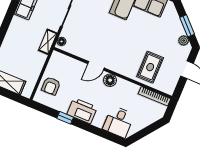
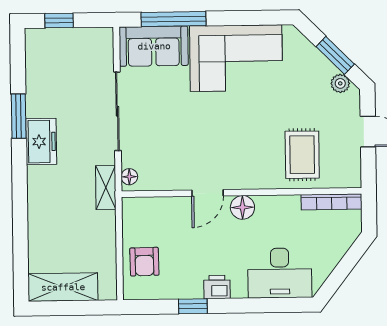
printer: (82, 111) -> (217, 287), width x0.53, depth x0.68
desk: (119, 122) -> (280, 273), width x1.37

